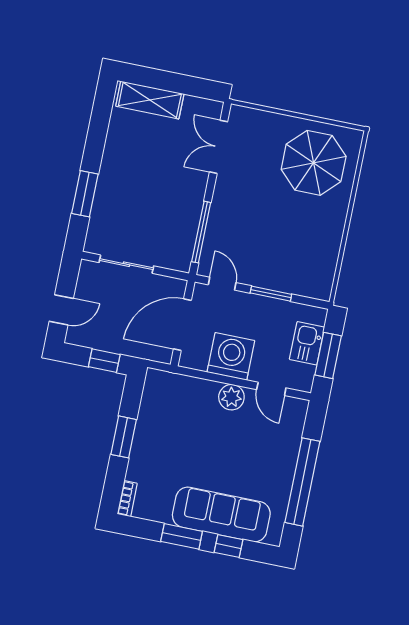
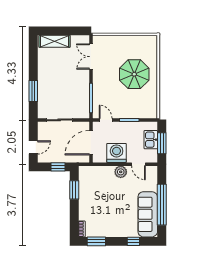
parasol: (314, 163) -> (134, 74), moved
window: (124, 437) -> (74, 190), moved
sofa: (221, 514) -> (148, 214), moved, turned -90
window: (182, 536) -> (96, 241), moved

